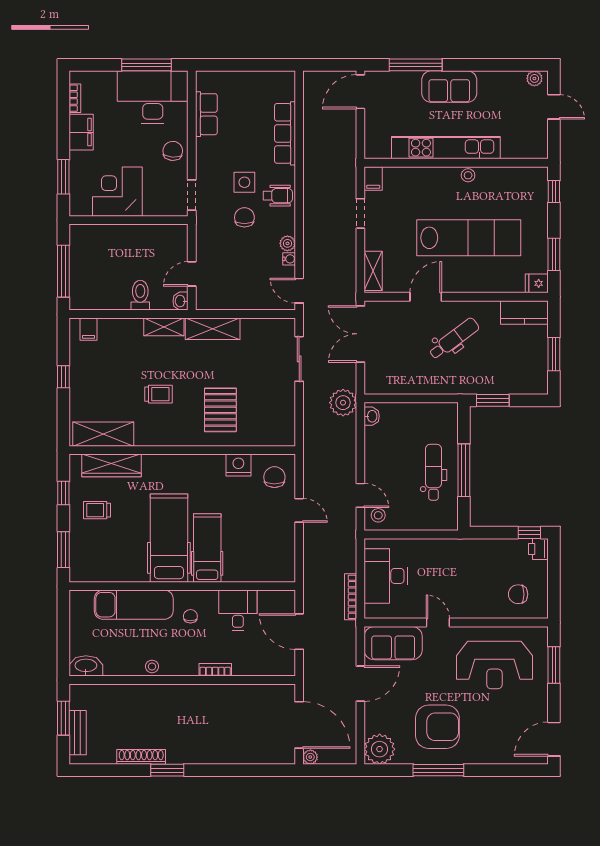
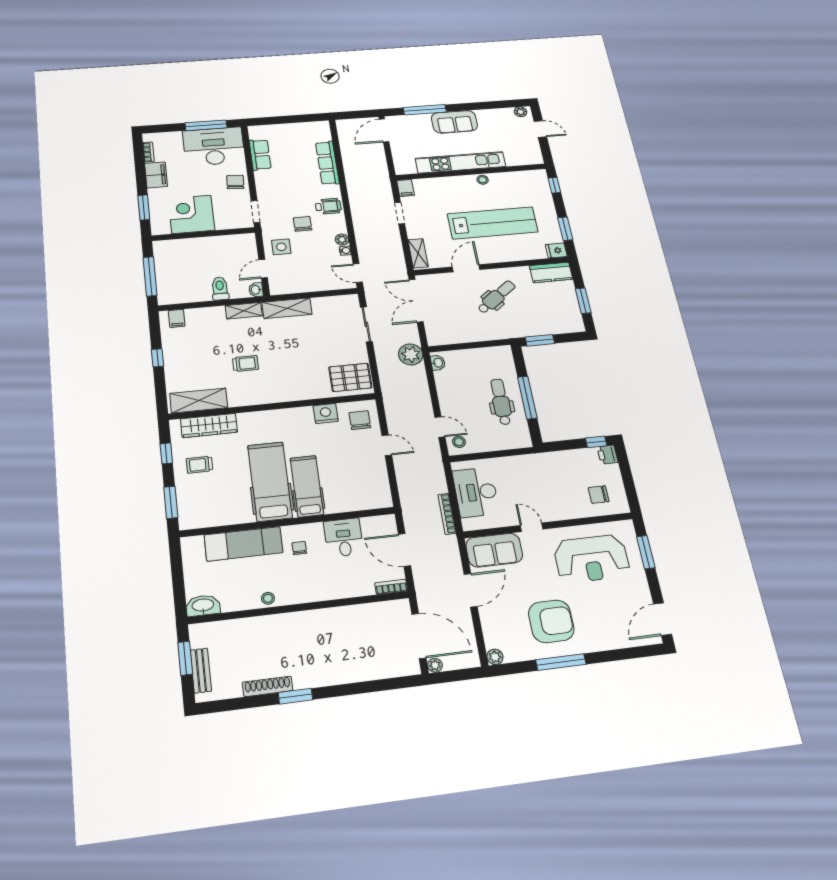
side table: (244, 182) -> (281, 247), moved
pallet: (220, 410) -> (350, 377), moved, turned 90
bookcase: (215, 670) -> (391, 587), moved
plant: (380, 749) -> (495, 657), width x0.53, depth x0.53

